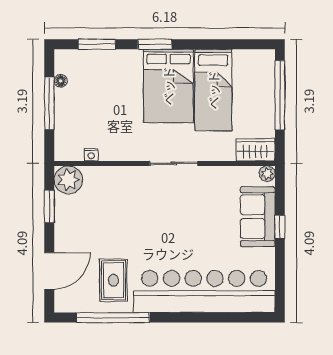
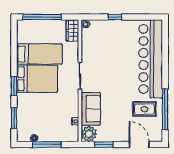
sofa: (258, 217) -> (91, 109), moved, turned -90

